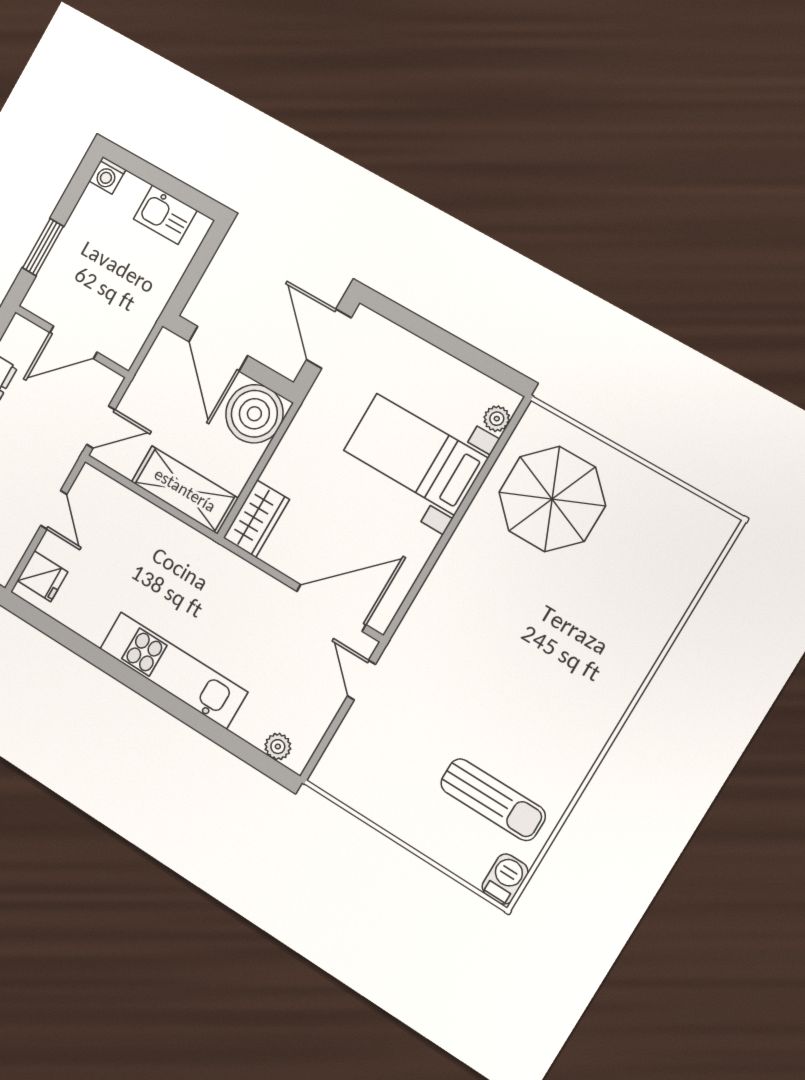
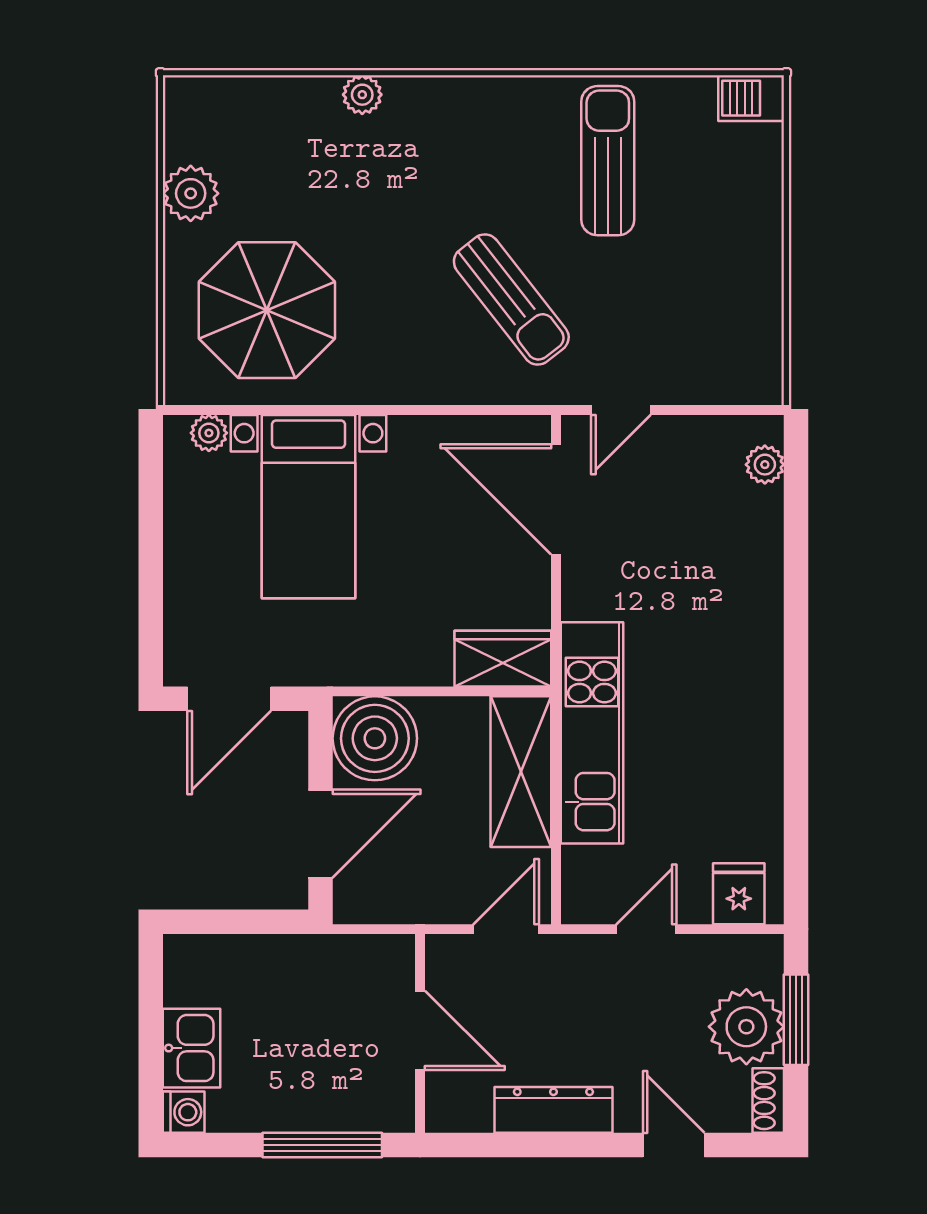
kitchen sink: (165, 215) -> (192, 1048), moved
window: (43, 247) -> (322, 1145), width x1.44
door: (101, 427) -> (506, 929), hinge flipped
plant: (655, 494) -> (191, 193), added
plant: (653, 639) -> (362, 95), added
sun lounger: (468, 654) -> (511, 299), added
kitchen unit: (173, 670) -> (592, 733), moved, turned 180
sun lounger: (493, 800) -> (608, 161), moved

